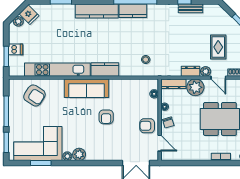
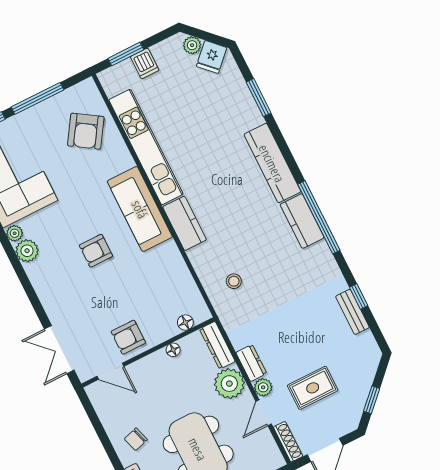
armchair: (106, 117) -> (96, 251), moved
chair: (168, 122) -> (136, 439), moved
armchair: (147, 126) -> (128, 337), turned -90
door: (160, 143) -> (110, 371), hinge flipped

